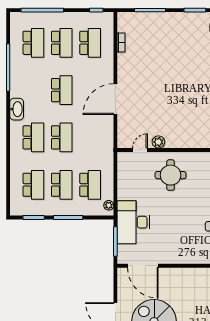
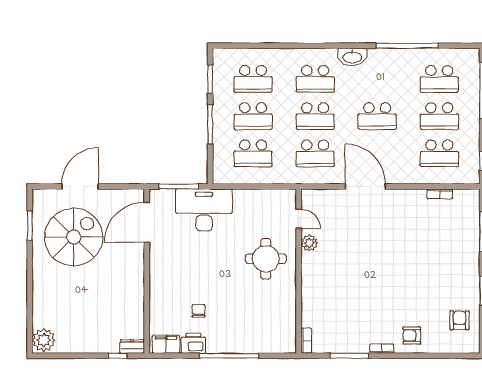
school desk: (90, 137) -> (315, 153), added
plant: (109, 205) -> (226, 178), removed

